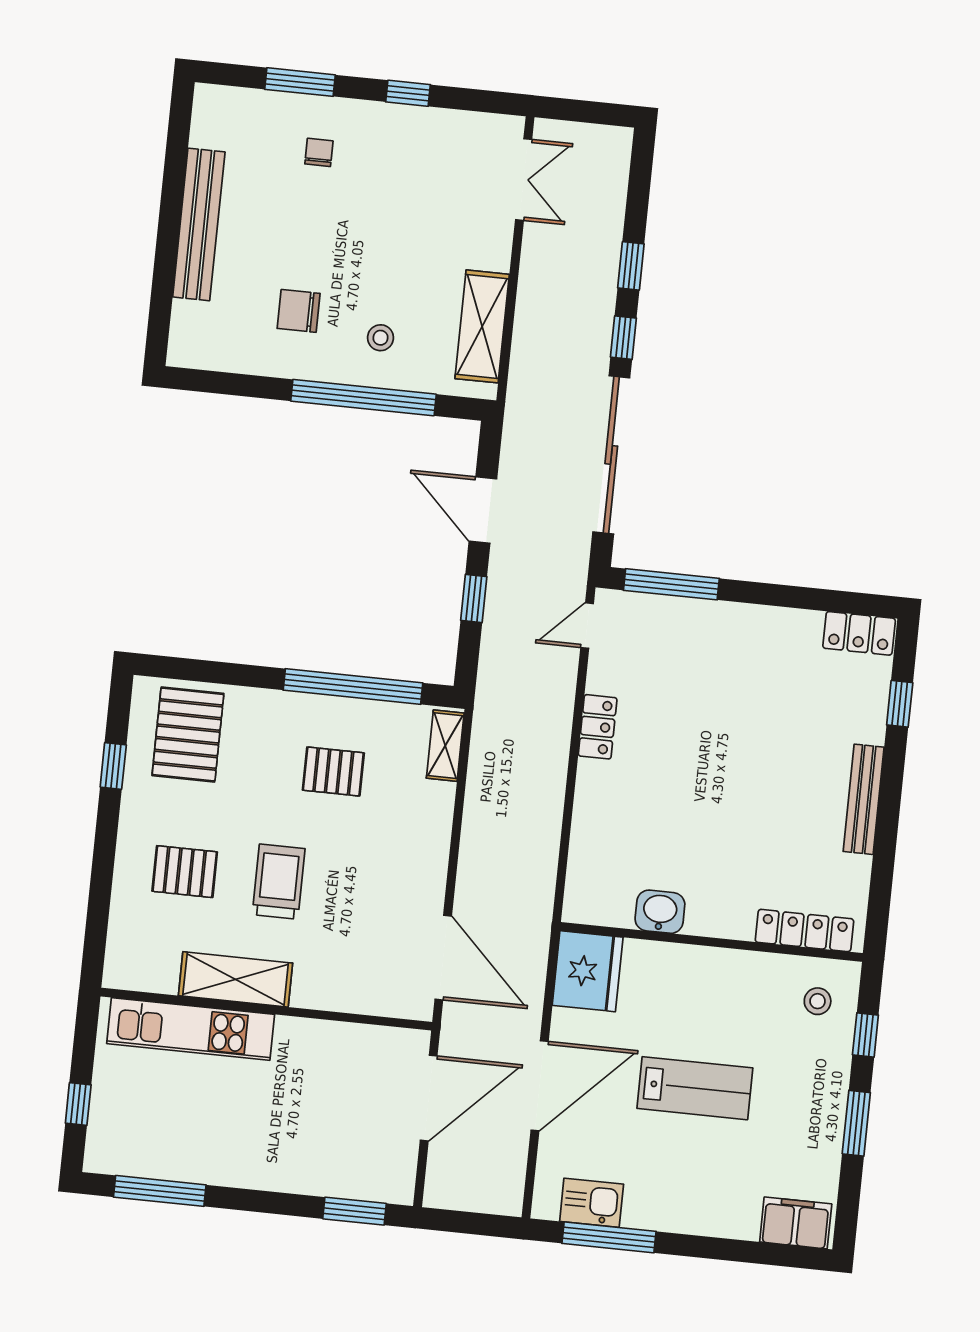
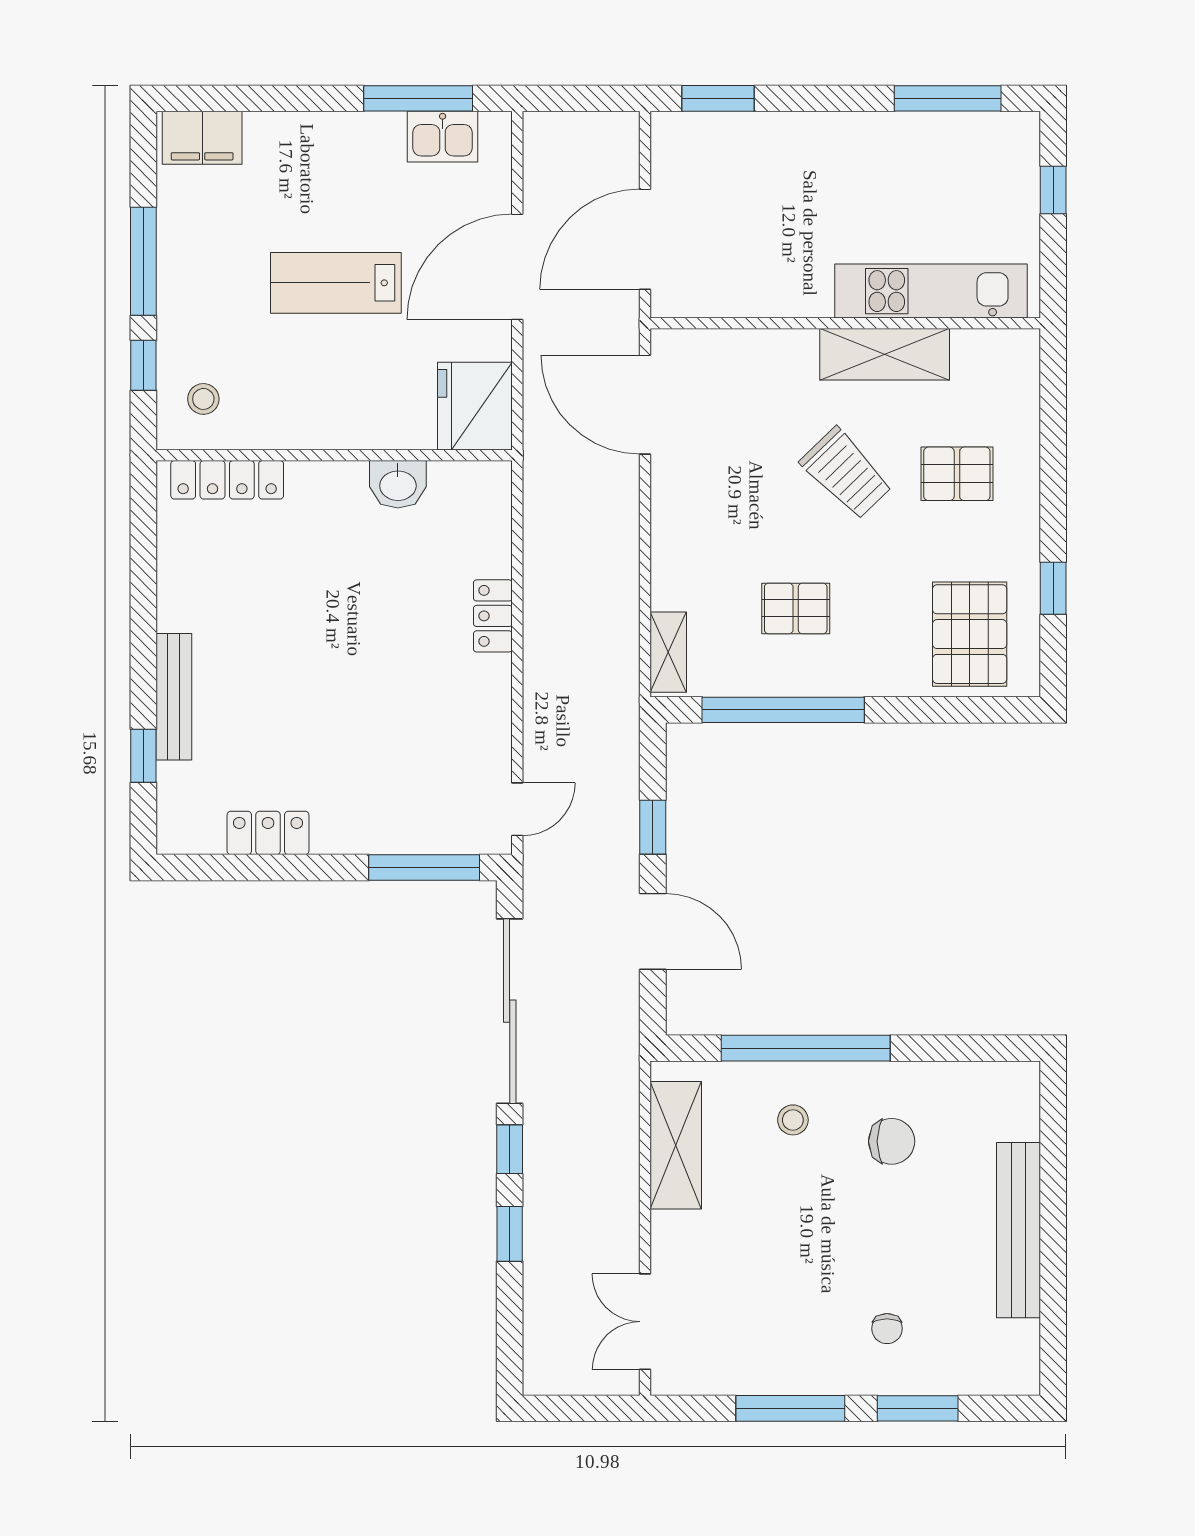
window: (408, 93) -> (790, 1408), width x2.17
locker: (859, 633) -> (268, 833), moved
locker: (598, 727) -> (493, 616), moved
bench: (864, 799) -> (174, 697), moved
trolley: (279, 882) -> (846, 473), turned -44
window: (856, 1123) -> (143, 261), width x1.44

